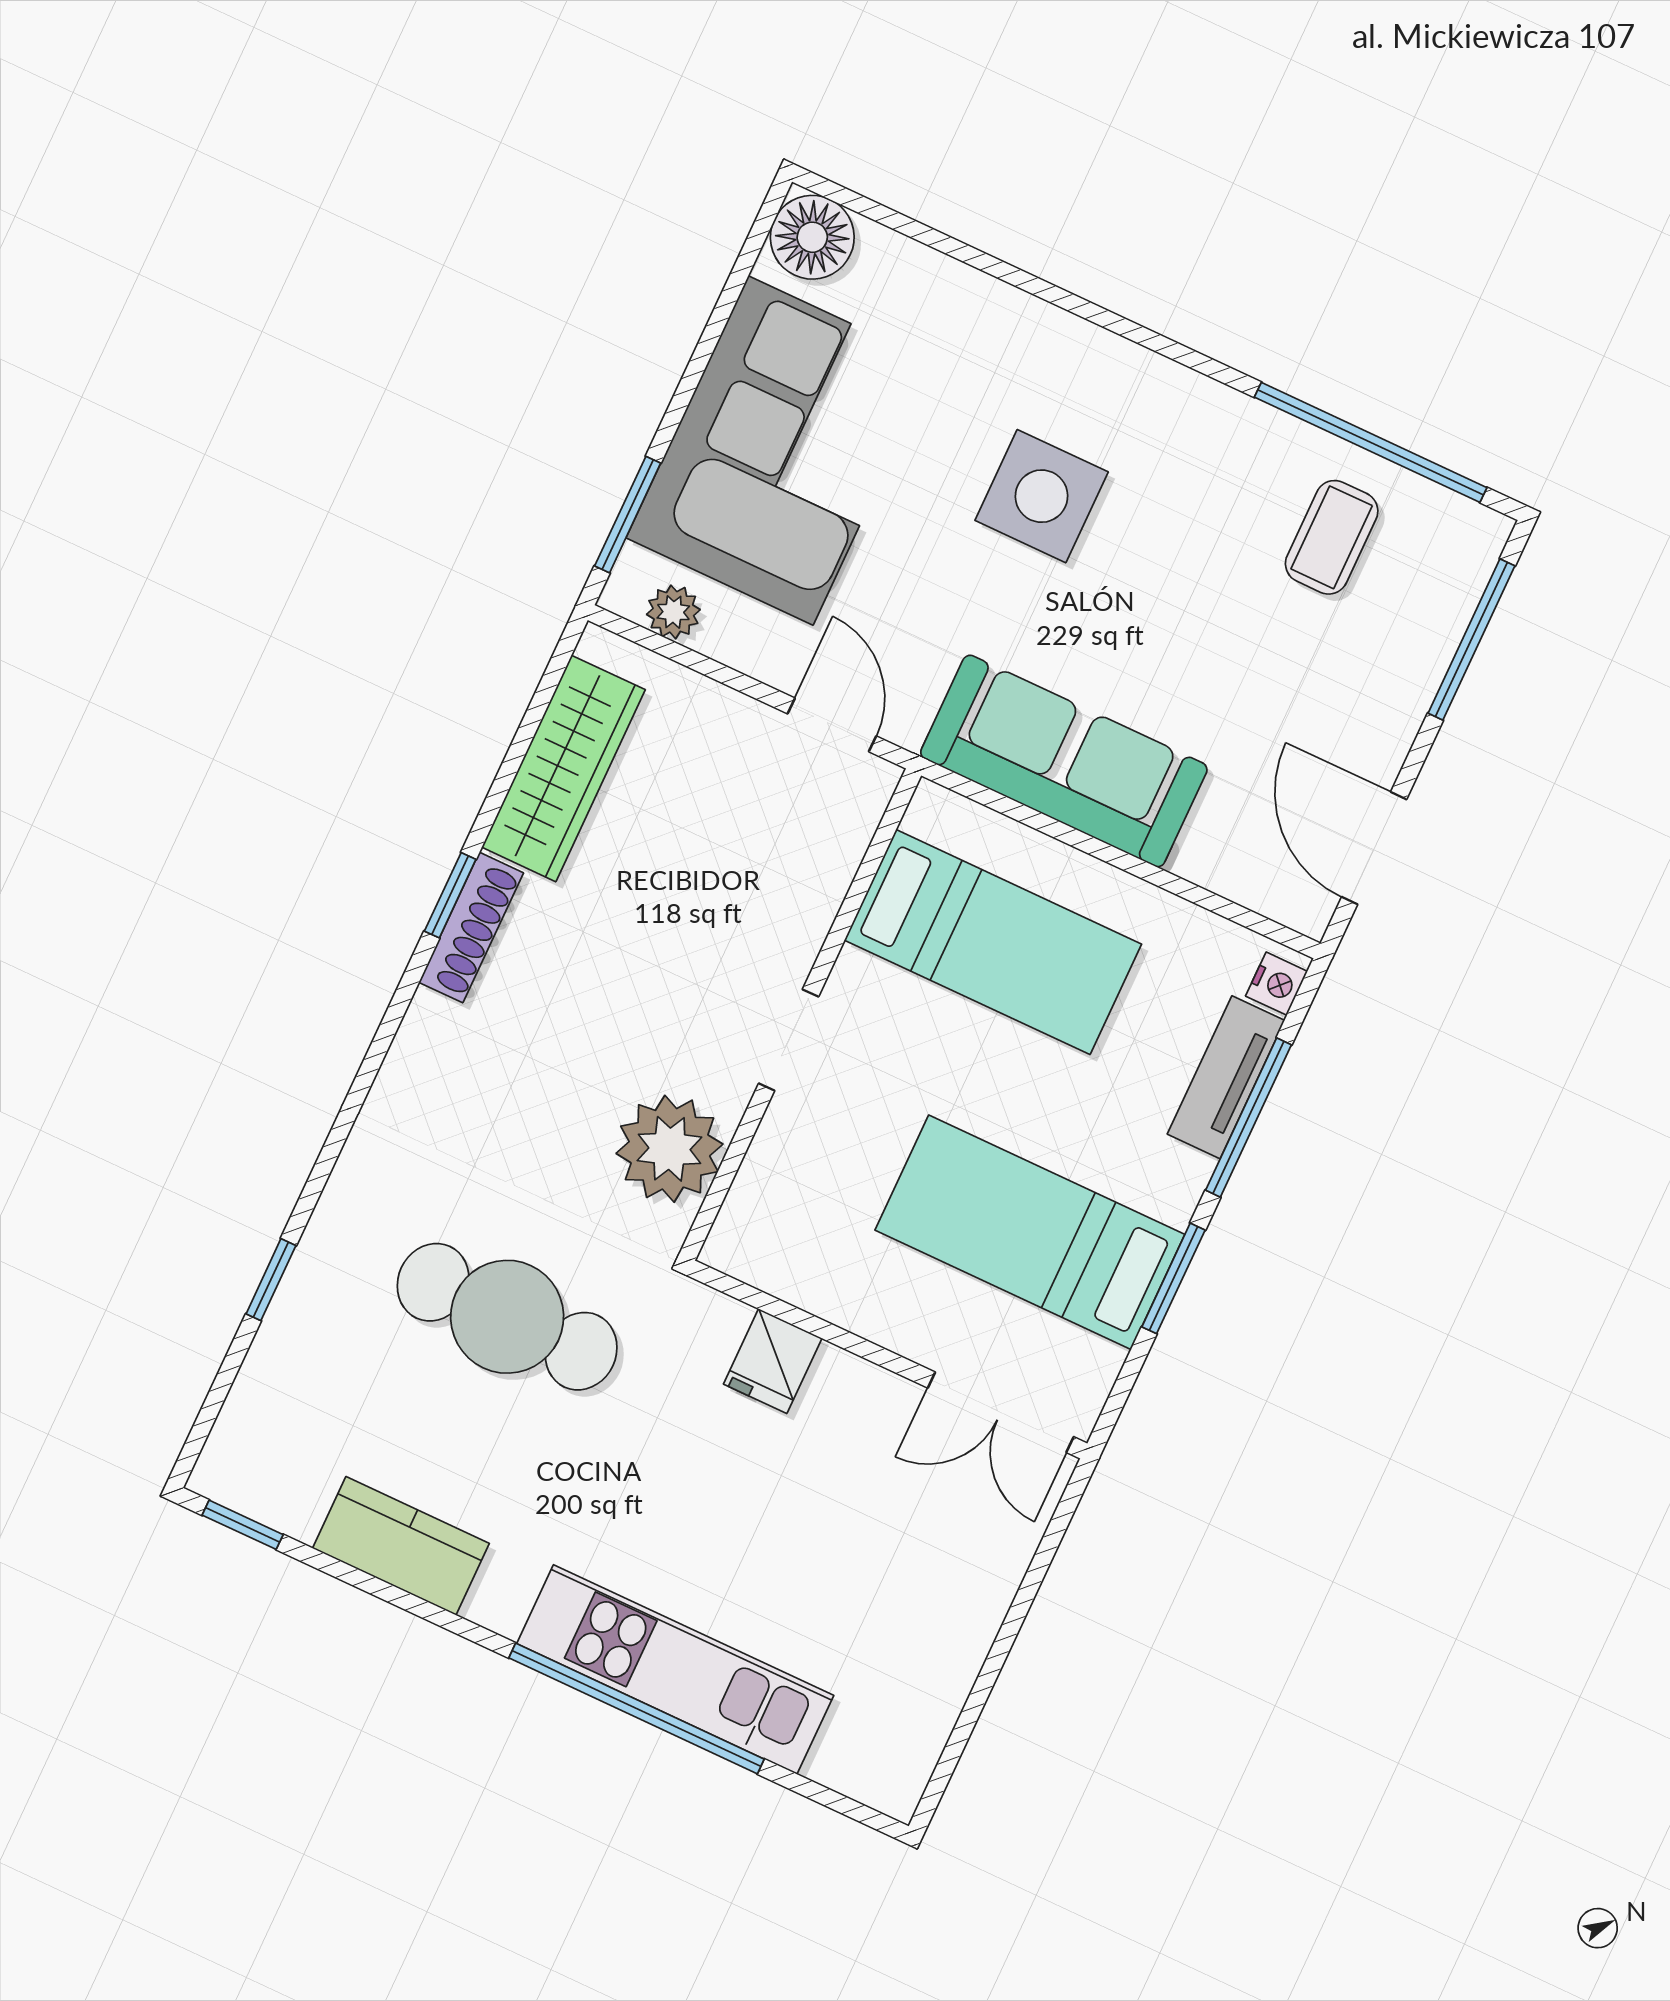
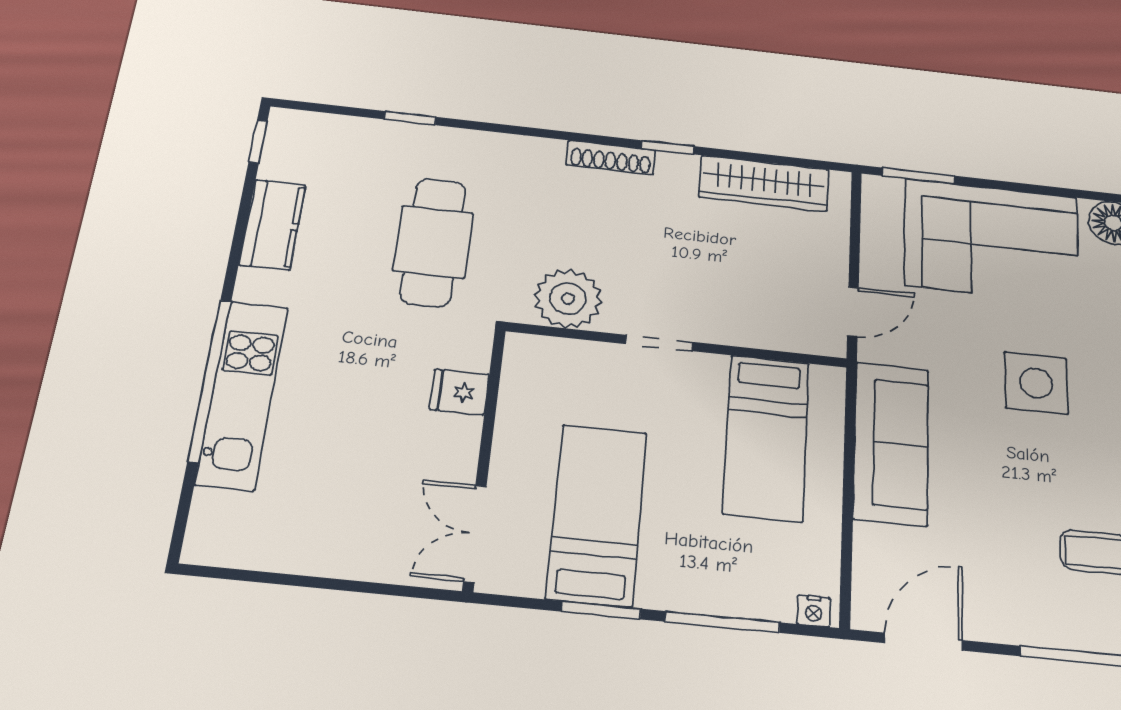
plant: (673, 612) -> (877, 213), removed
shoe rack: (471, 928) -> (611, 157), moved
tv unit: (1226, 1077) -> (742, 600), removed

